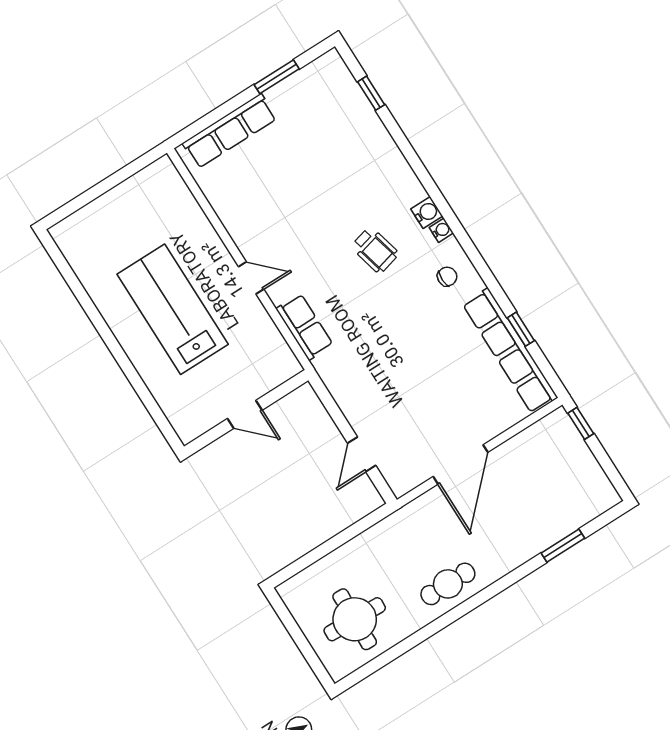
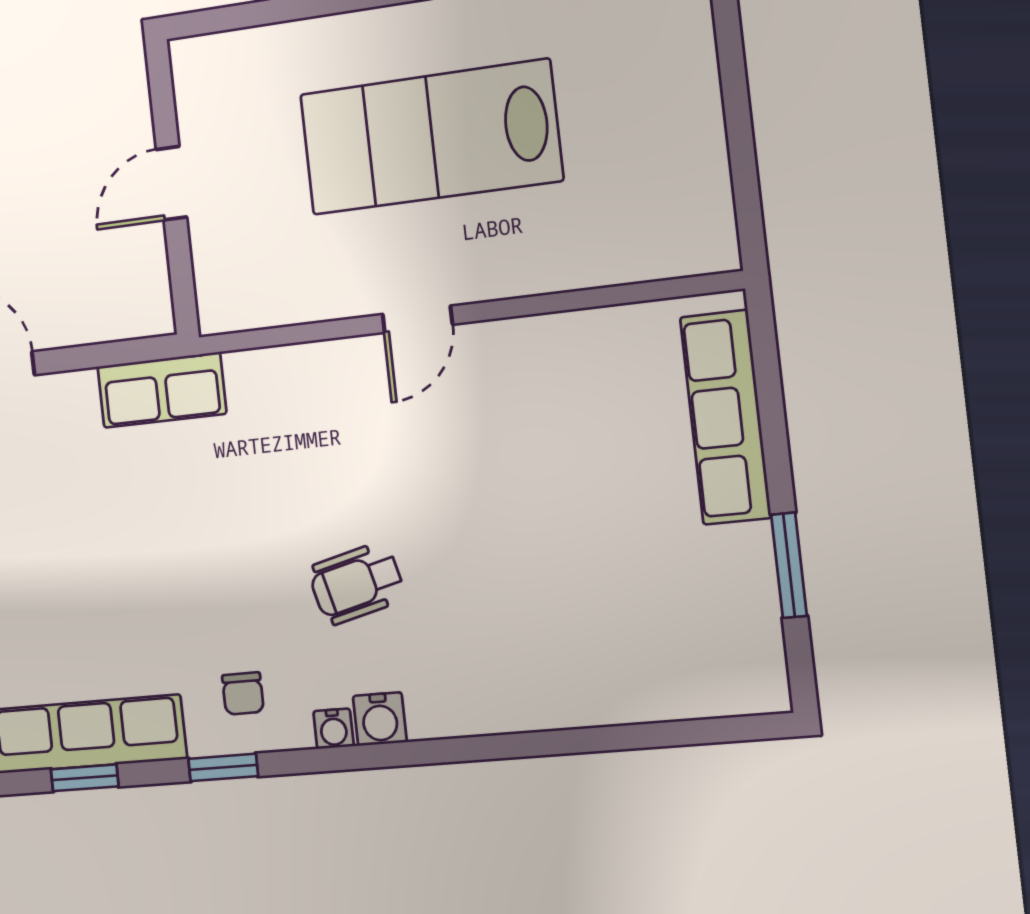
window: (371, 93) -> (223, 767), moved
lab bench: (173, 309) -> (430, 137), turned 180
row of seats: (304, 327) -> (162, 390), moved

